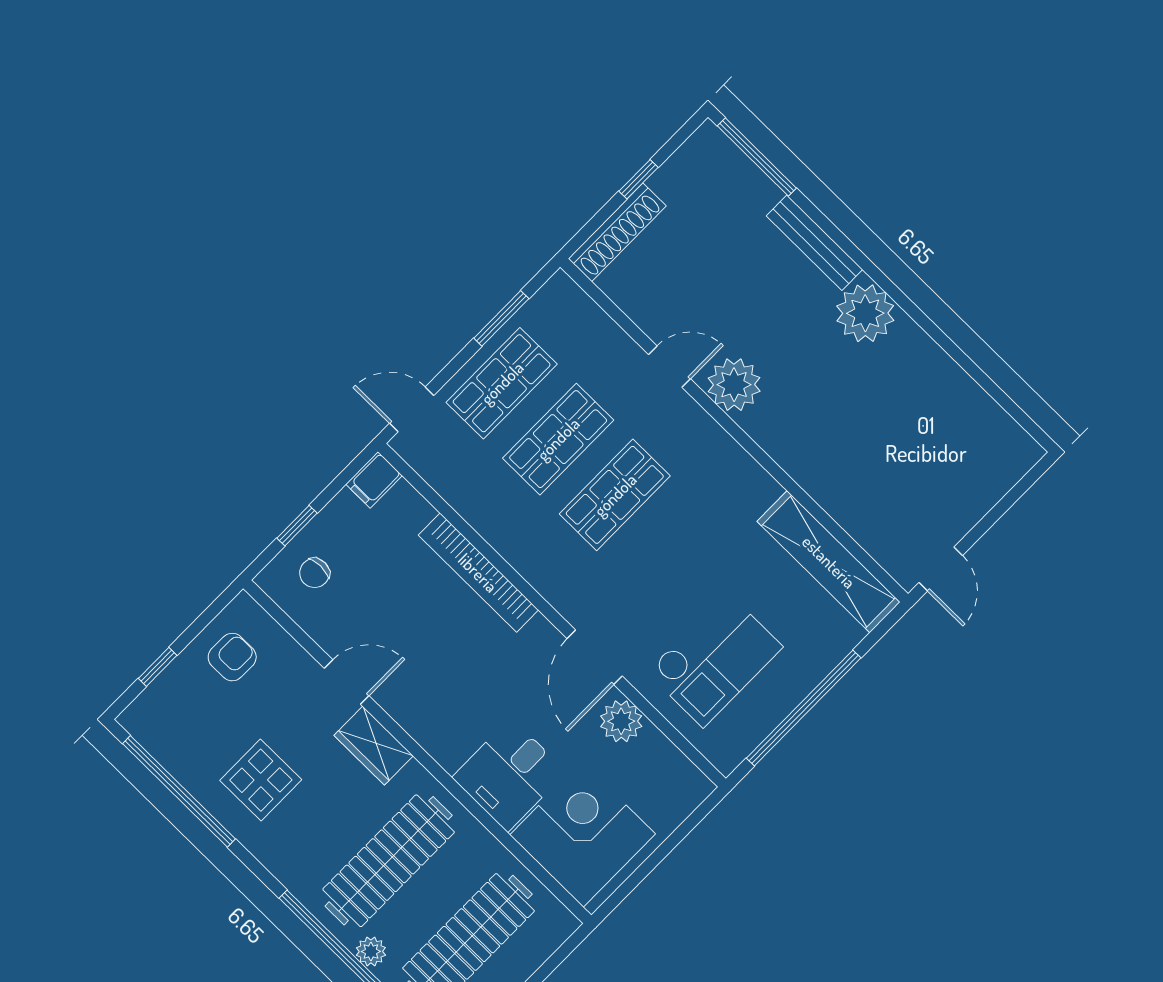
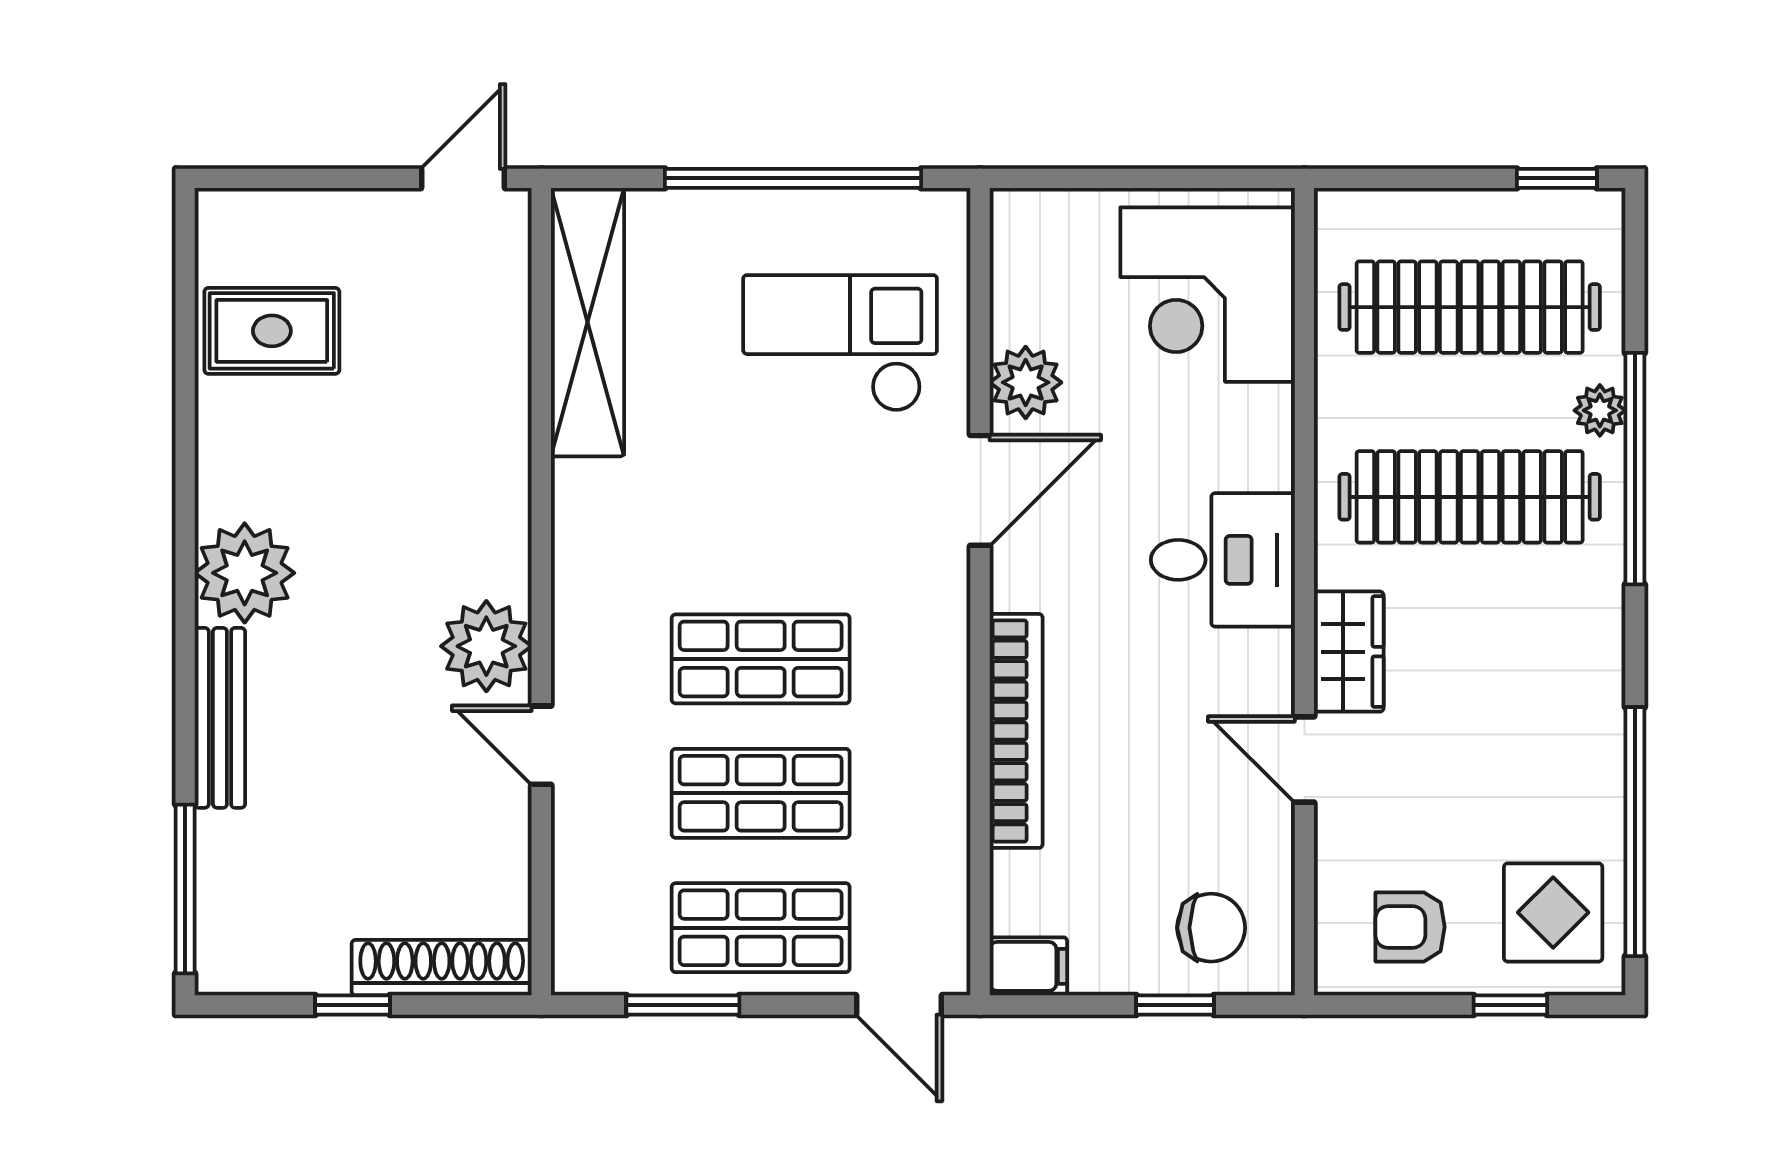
rug: (956, 425) -> (272, 331), added
chair: (315, 573) -> (1211, 928), width x1.37, depth x1.37
desk: (509, 775) -> (1223, 560), moved
display table: (261, 780) -> (1553, 912), moved

